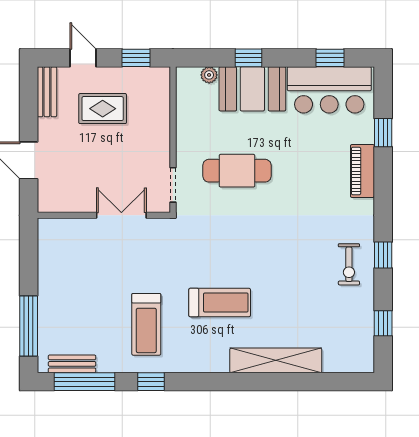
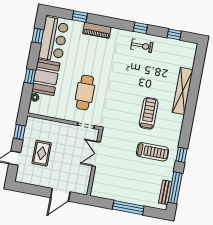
bench: (47, 92) -> (28, 179), removed
window: (29, 326) -> (128, 208), moved

